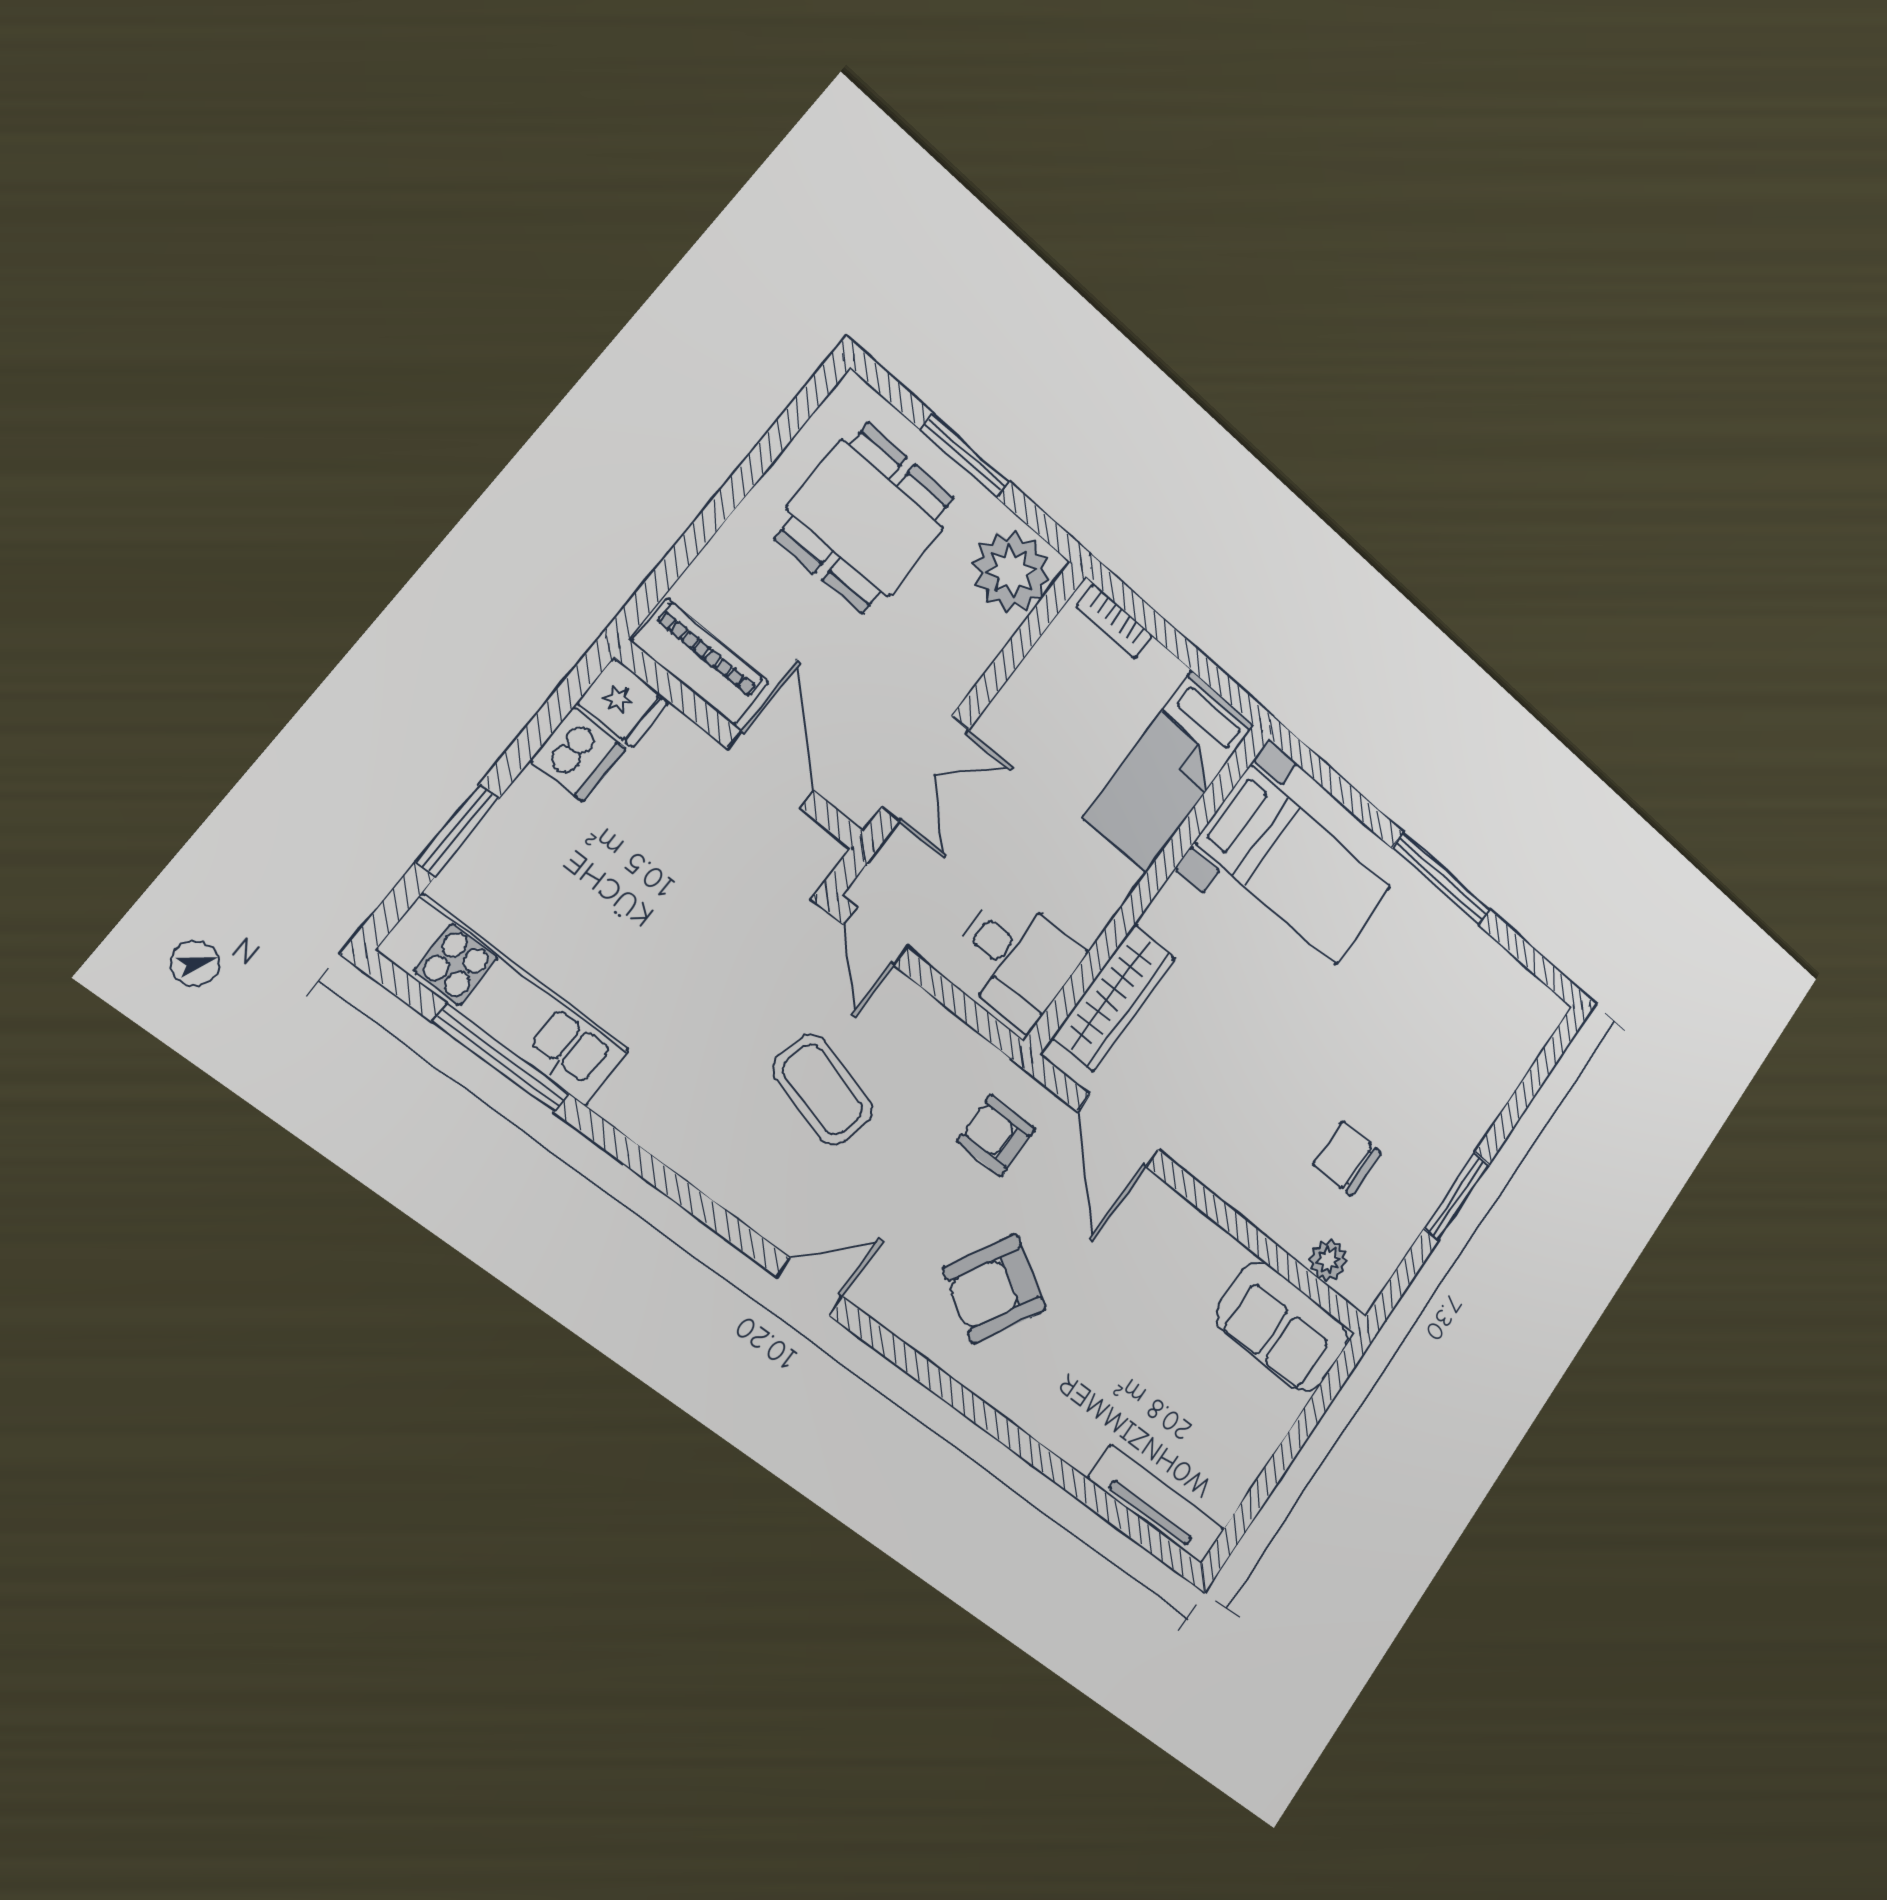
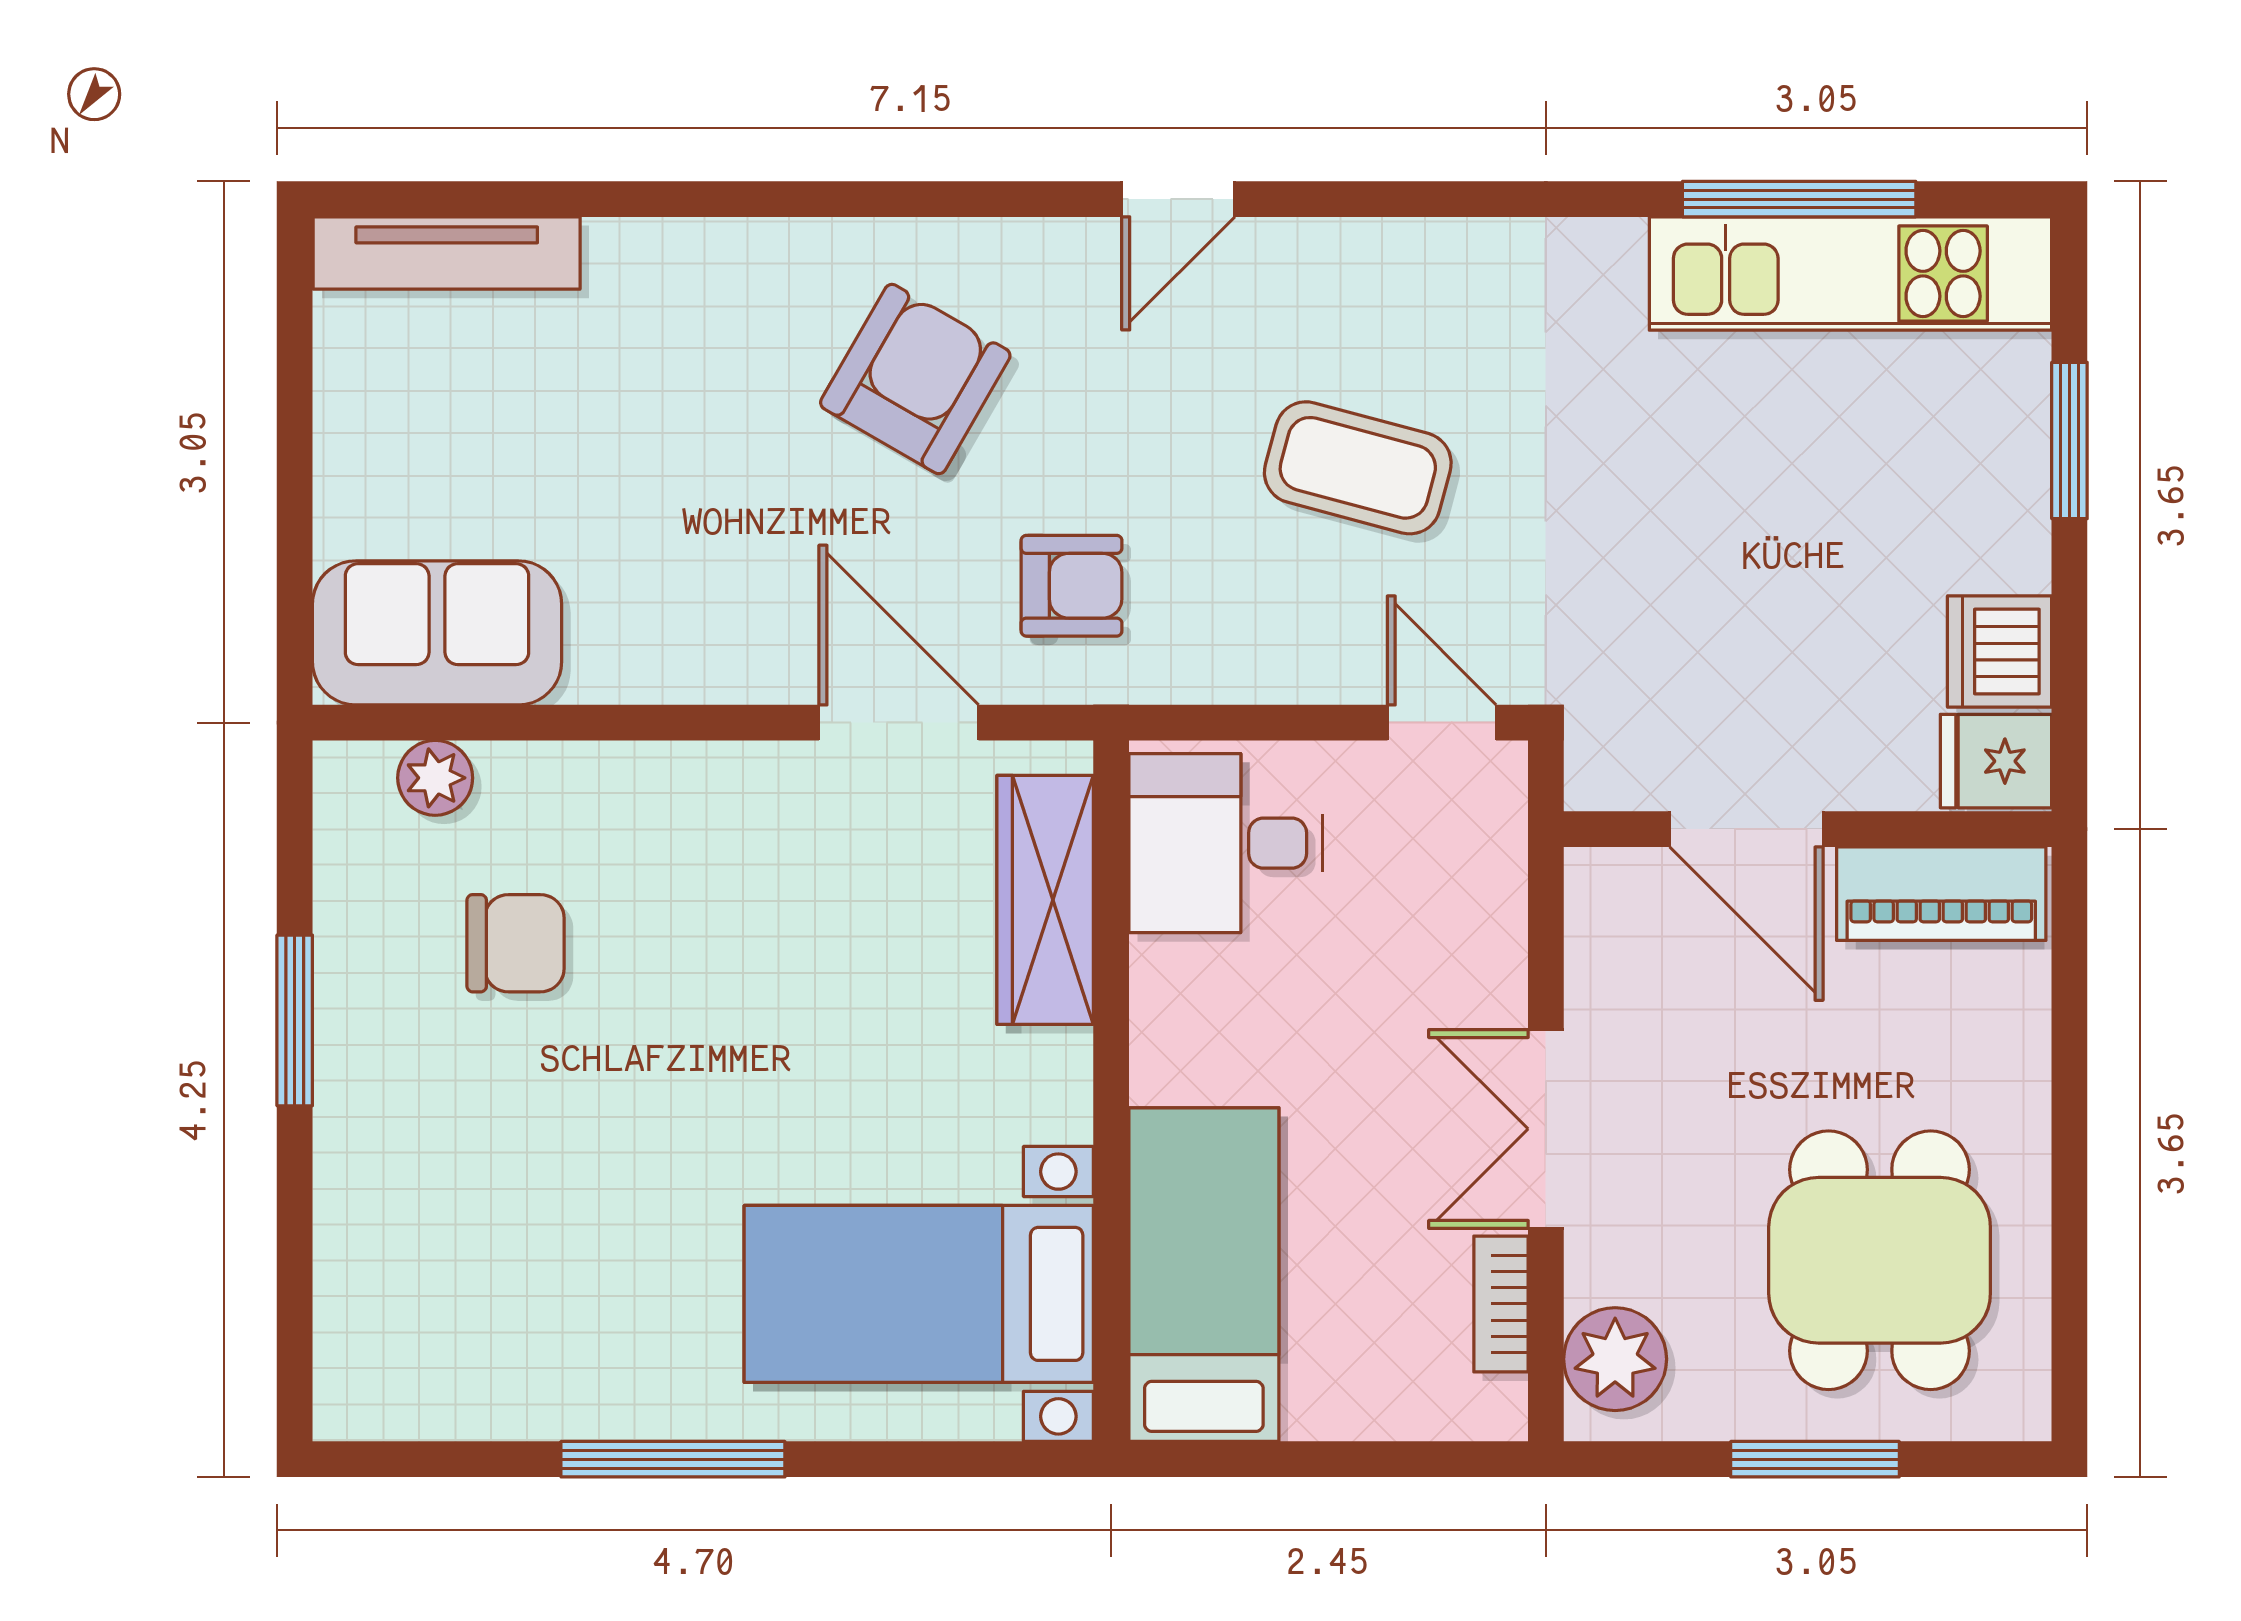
plant: (1011, 571) -> (1615, 1359), width x0.73, depth x0.73
bookcase: (1115, 621) -> (1501, 1304), moved, turned -90
double door: (925, 768) -> (1546, 1129), moved

